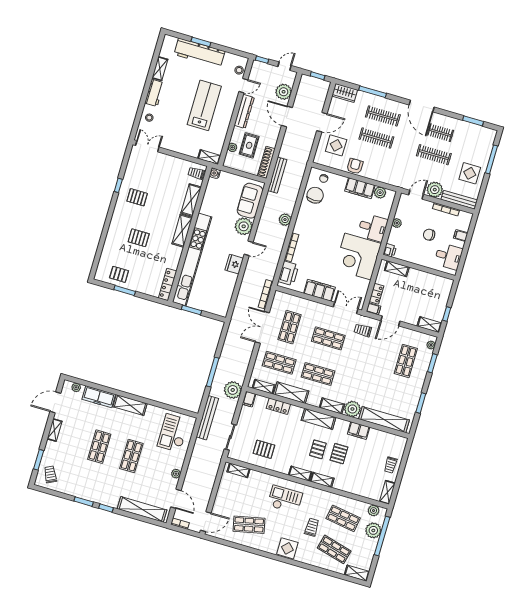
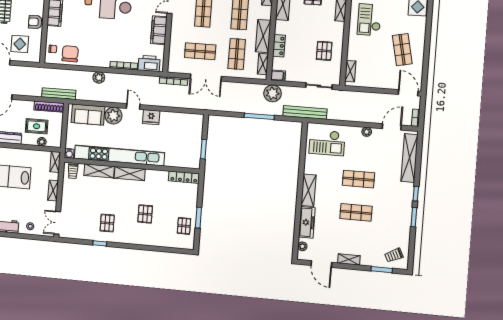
shelving: (181, 149) -> (53, 191), added
chair: (315, 195) -> (70, 54), turned 90
kitchen unit: (192, 260) -> (119, 155), moved

